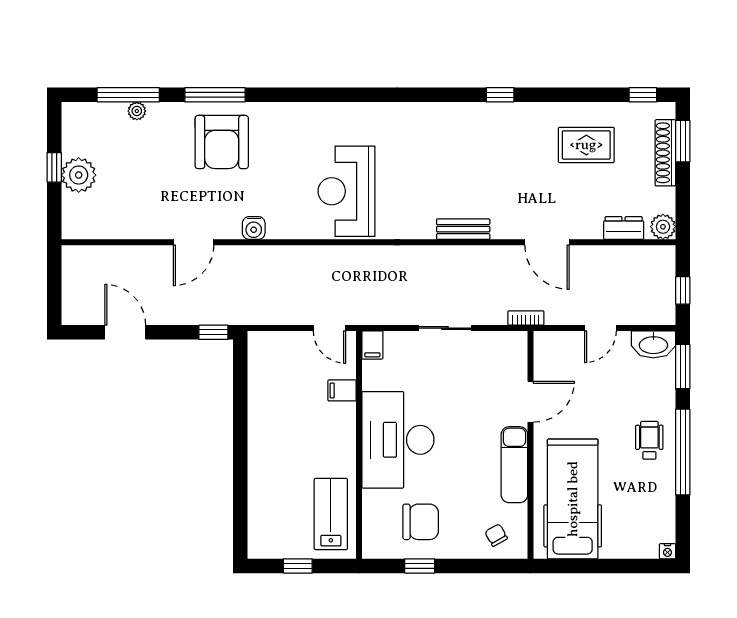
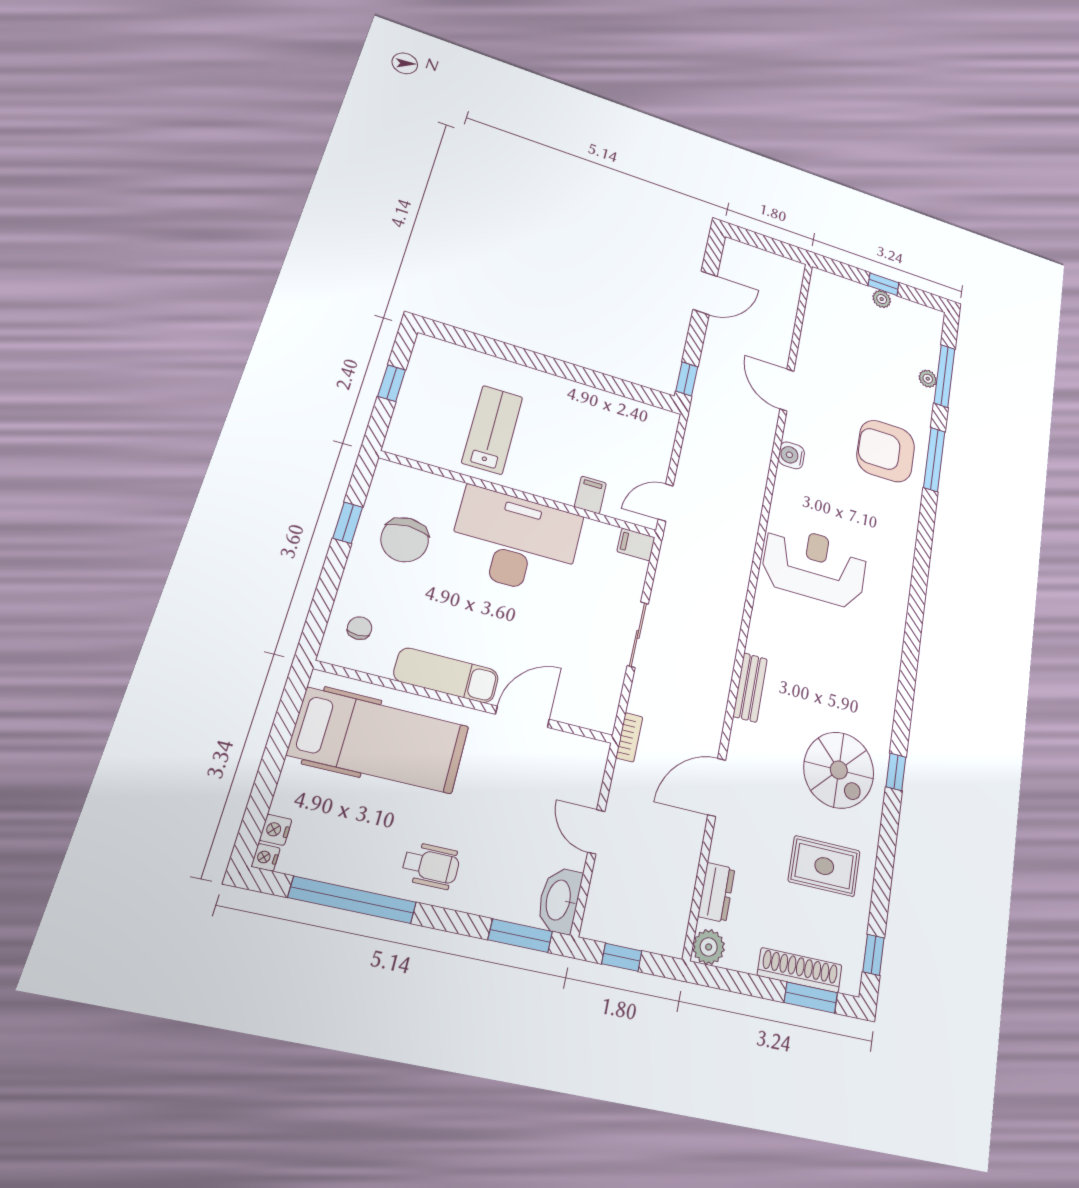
spiral stairs: (510, 144) -> (839, 770), added
rug: (586, 145) -> (824, 866), turned 90
plant: (79, 175) -> (882, 299), width x0.53, depth x0.53
door: (531, 402) -> (522, 717), swing flipped
window: (683, 452) -> (353, 900), moved
lab bench: (331, 514) -> (492, 430), moved, turned -90
chair: (496, 535) -> (360, 628), turned -61
nightstand: (648, 550) -> (276, 830), added

